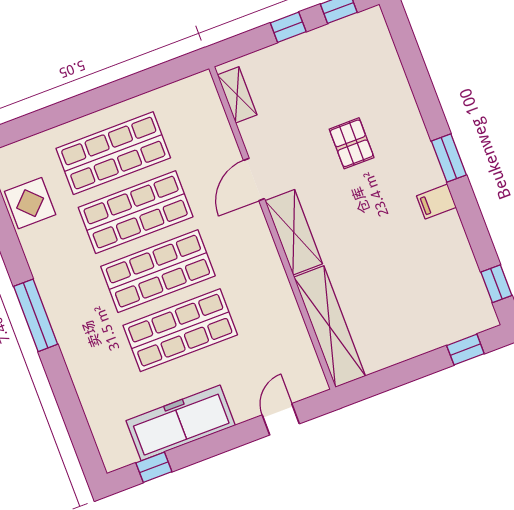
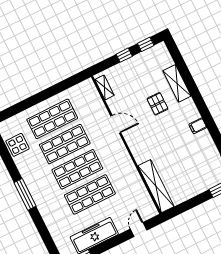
window: (449, 158) -> (201, 106), removed
door: (254, 180) -> (116, 124), swing flipped
shelving: (294, 232) -> (177, 83), moved

